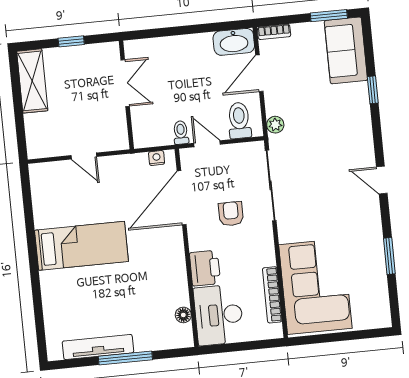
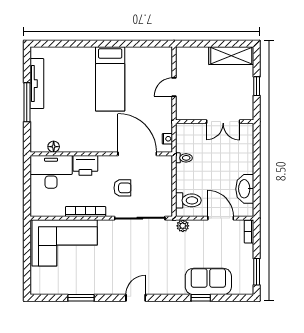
washbasin: (234, 42) -> (245, 189), moved
sofa: (346, 50) -> (208, 281), moved
door: (207, 144) -> (174, 176), removed
bookcase: (272, 295) -> (86, 212), moved

